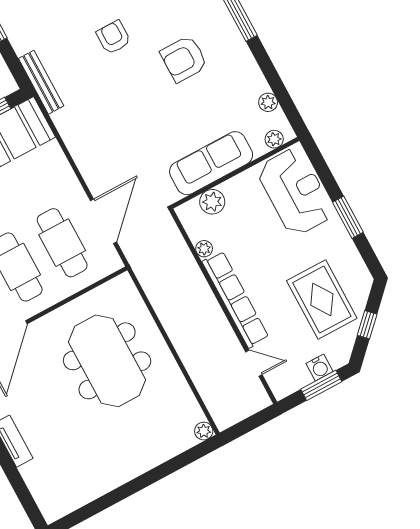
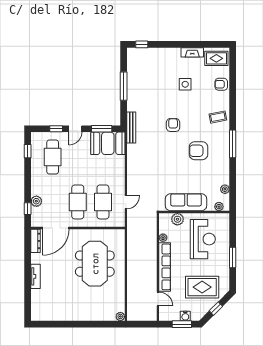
reception desk: (295, 192) -> (203, 239), moved
door: (103, 221) -> (126, 202), width x0.53
rug: (322, 300) -> (202, 287), turned 90

